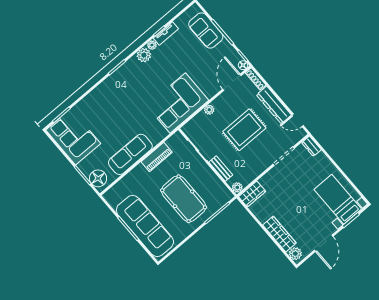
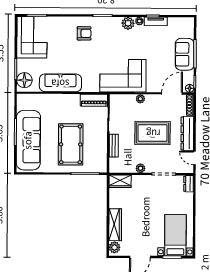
sofa: (206, 30) -> (185, 54), moved
armchair: (114, 96) -> (84, 33), added
piano: (157, 157) -> (94, 100), moved
plant: (237, 187) -> (140, 168), moved

